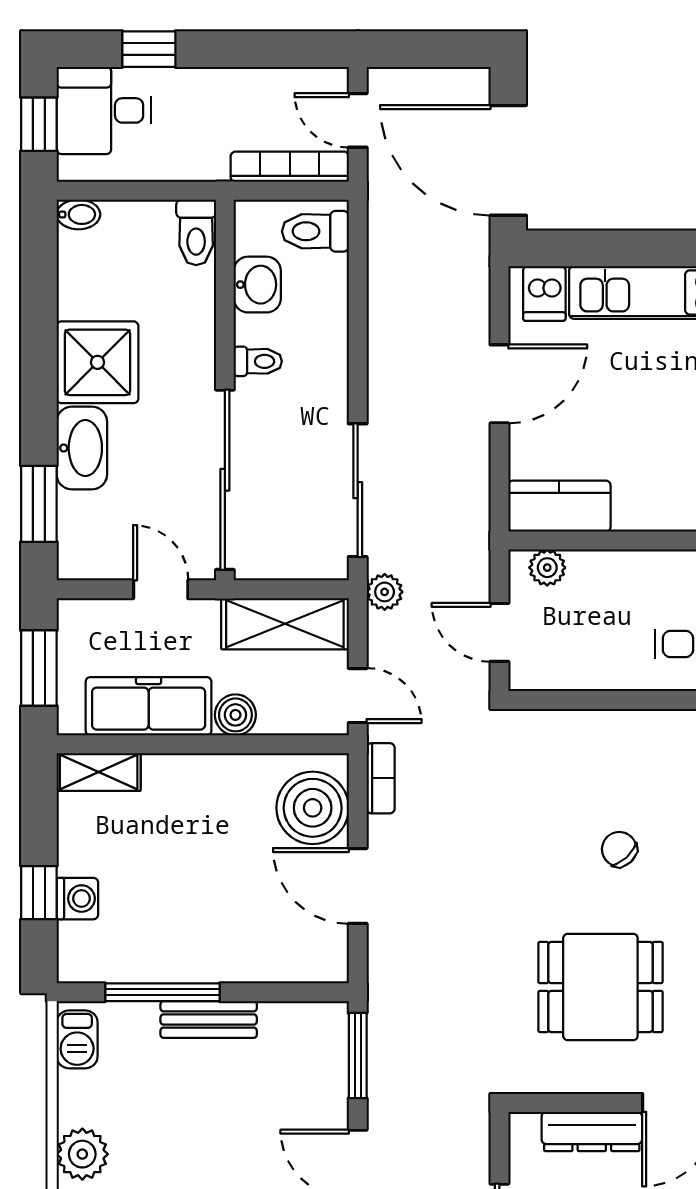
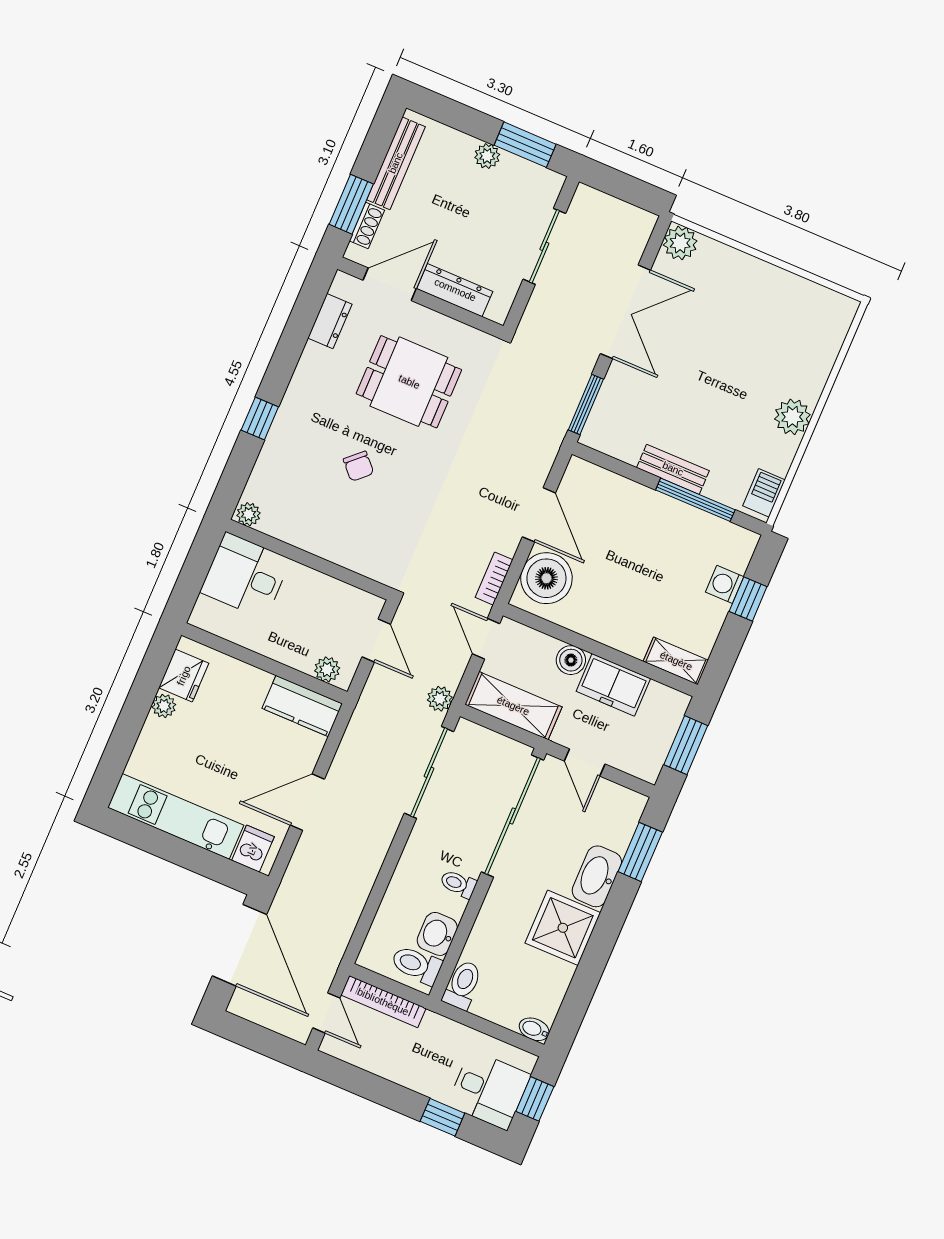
toilet: (315, 231) -> (416, 965), moved, turned 180
freezer: (149, 706) -> (613, 685), width x0.71

